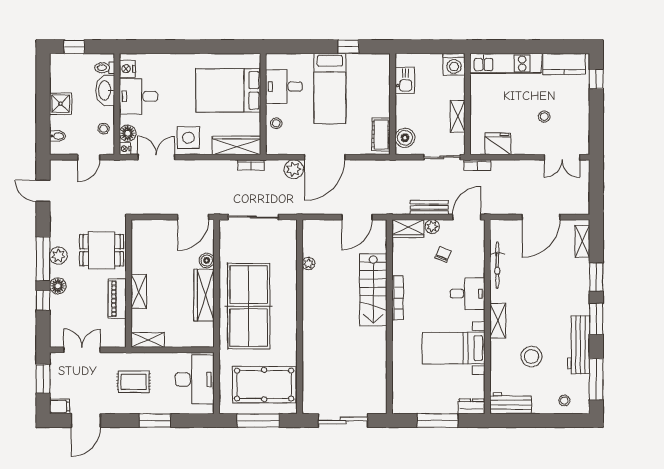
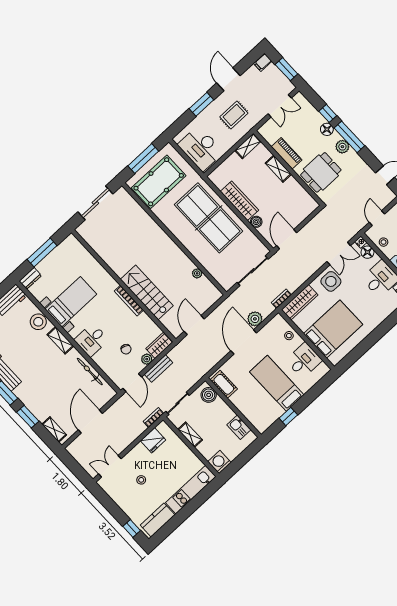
stool: (531, 357) -> (38, 322), moved
door: (86, 421) -> (228, 79), moved

